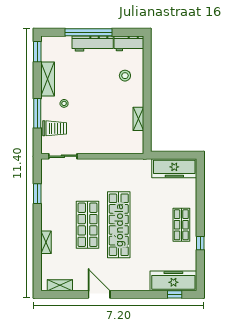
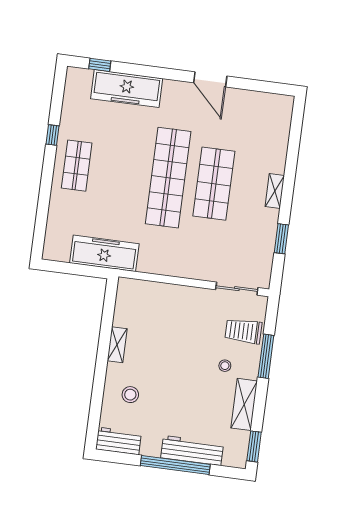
workbench: (93, 43) -> (192, 451), moved
shelving: (138, 119) -> (117, 345), moved
freezer: (174, 168) -> (104, 253), moved
shelving: (46, 242) -> (275, 191), moved
freezer: (173, 281) -> (127, 89), moved
shelving: (60, 285) -> (266, 100), removed

